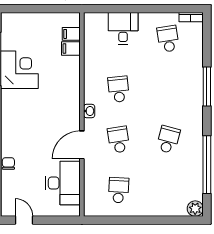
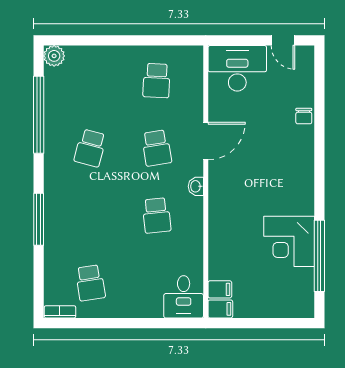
desk: (123, 28) -> (184, 297), moved
filing cabinet: (71, 49) -> (220, 309), moved
desk: (63, 183) -> (237, 68), moved, turned 90

